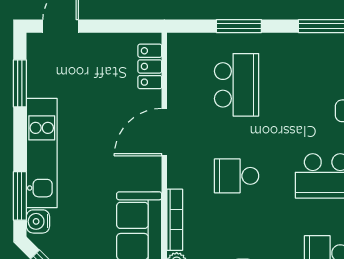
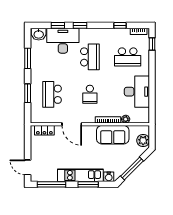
window: (20, 83) -> (51, 184), width x1.44
school desk: (237, 85) -> (52, 94), turned -90
window: (20, 196) -> (88, 184), moved

